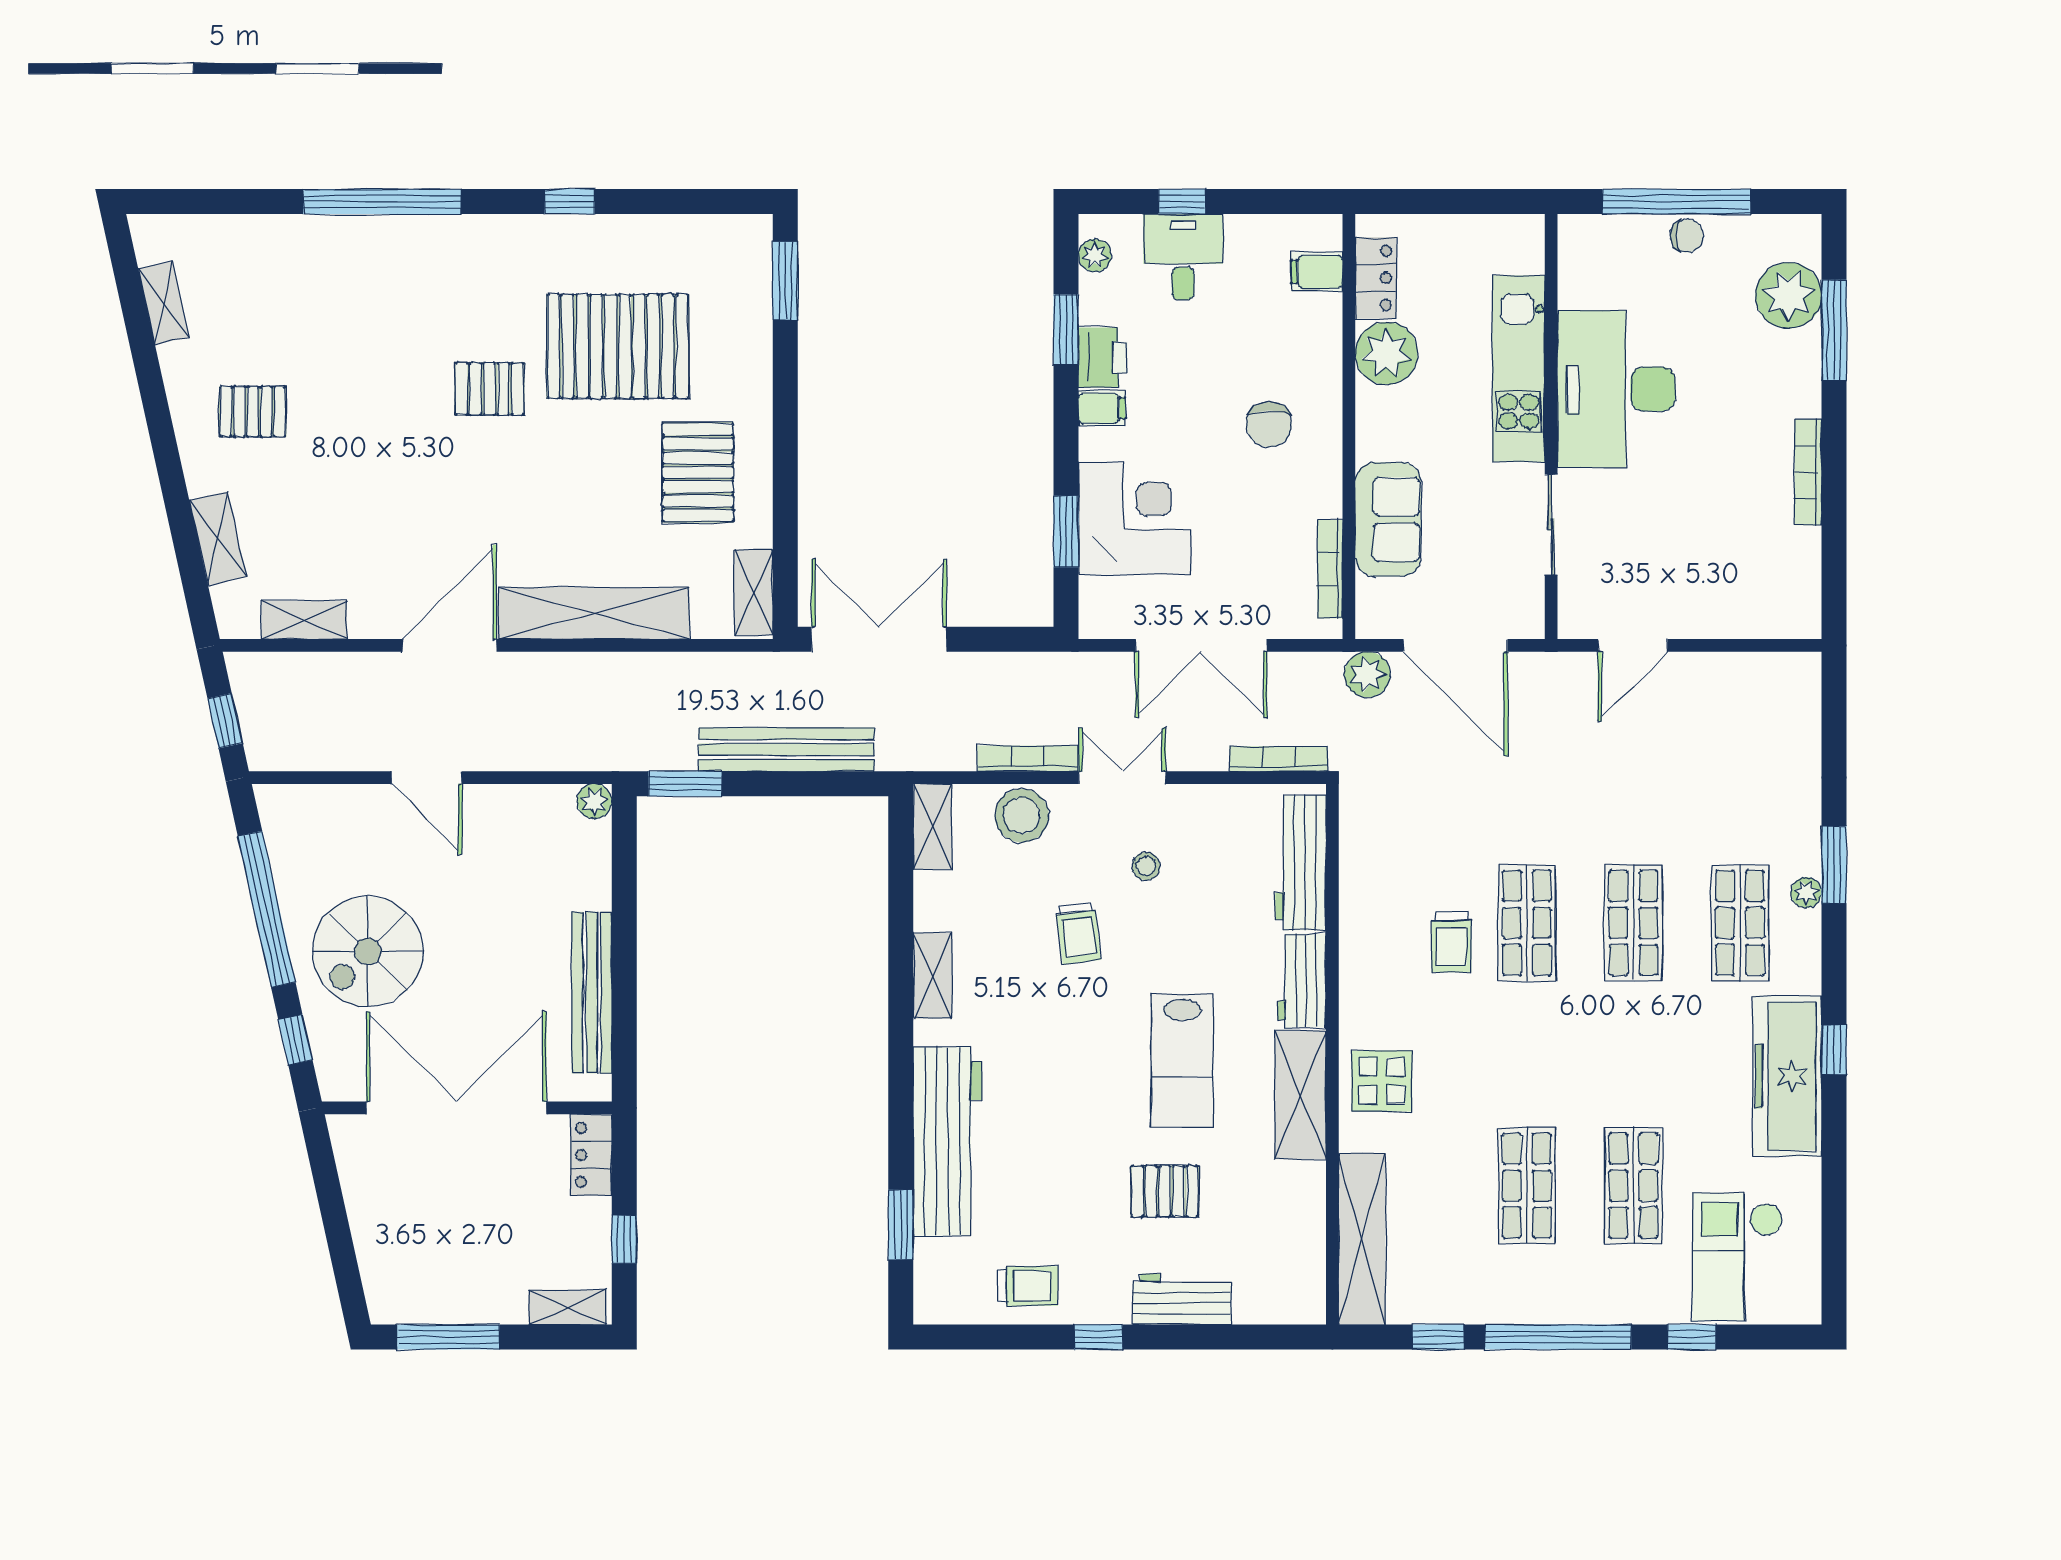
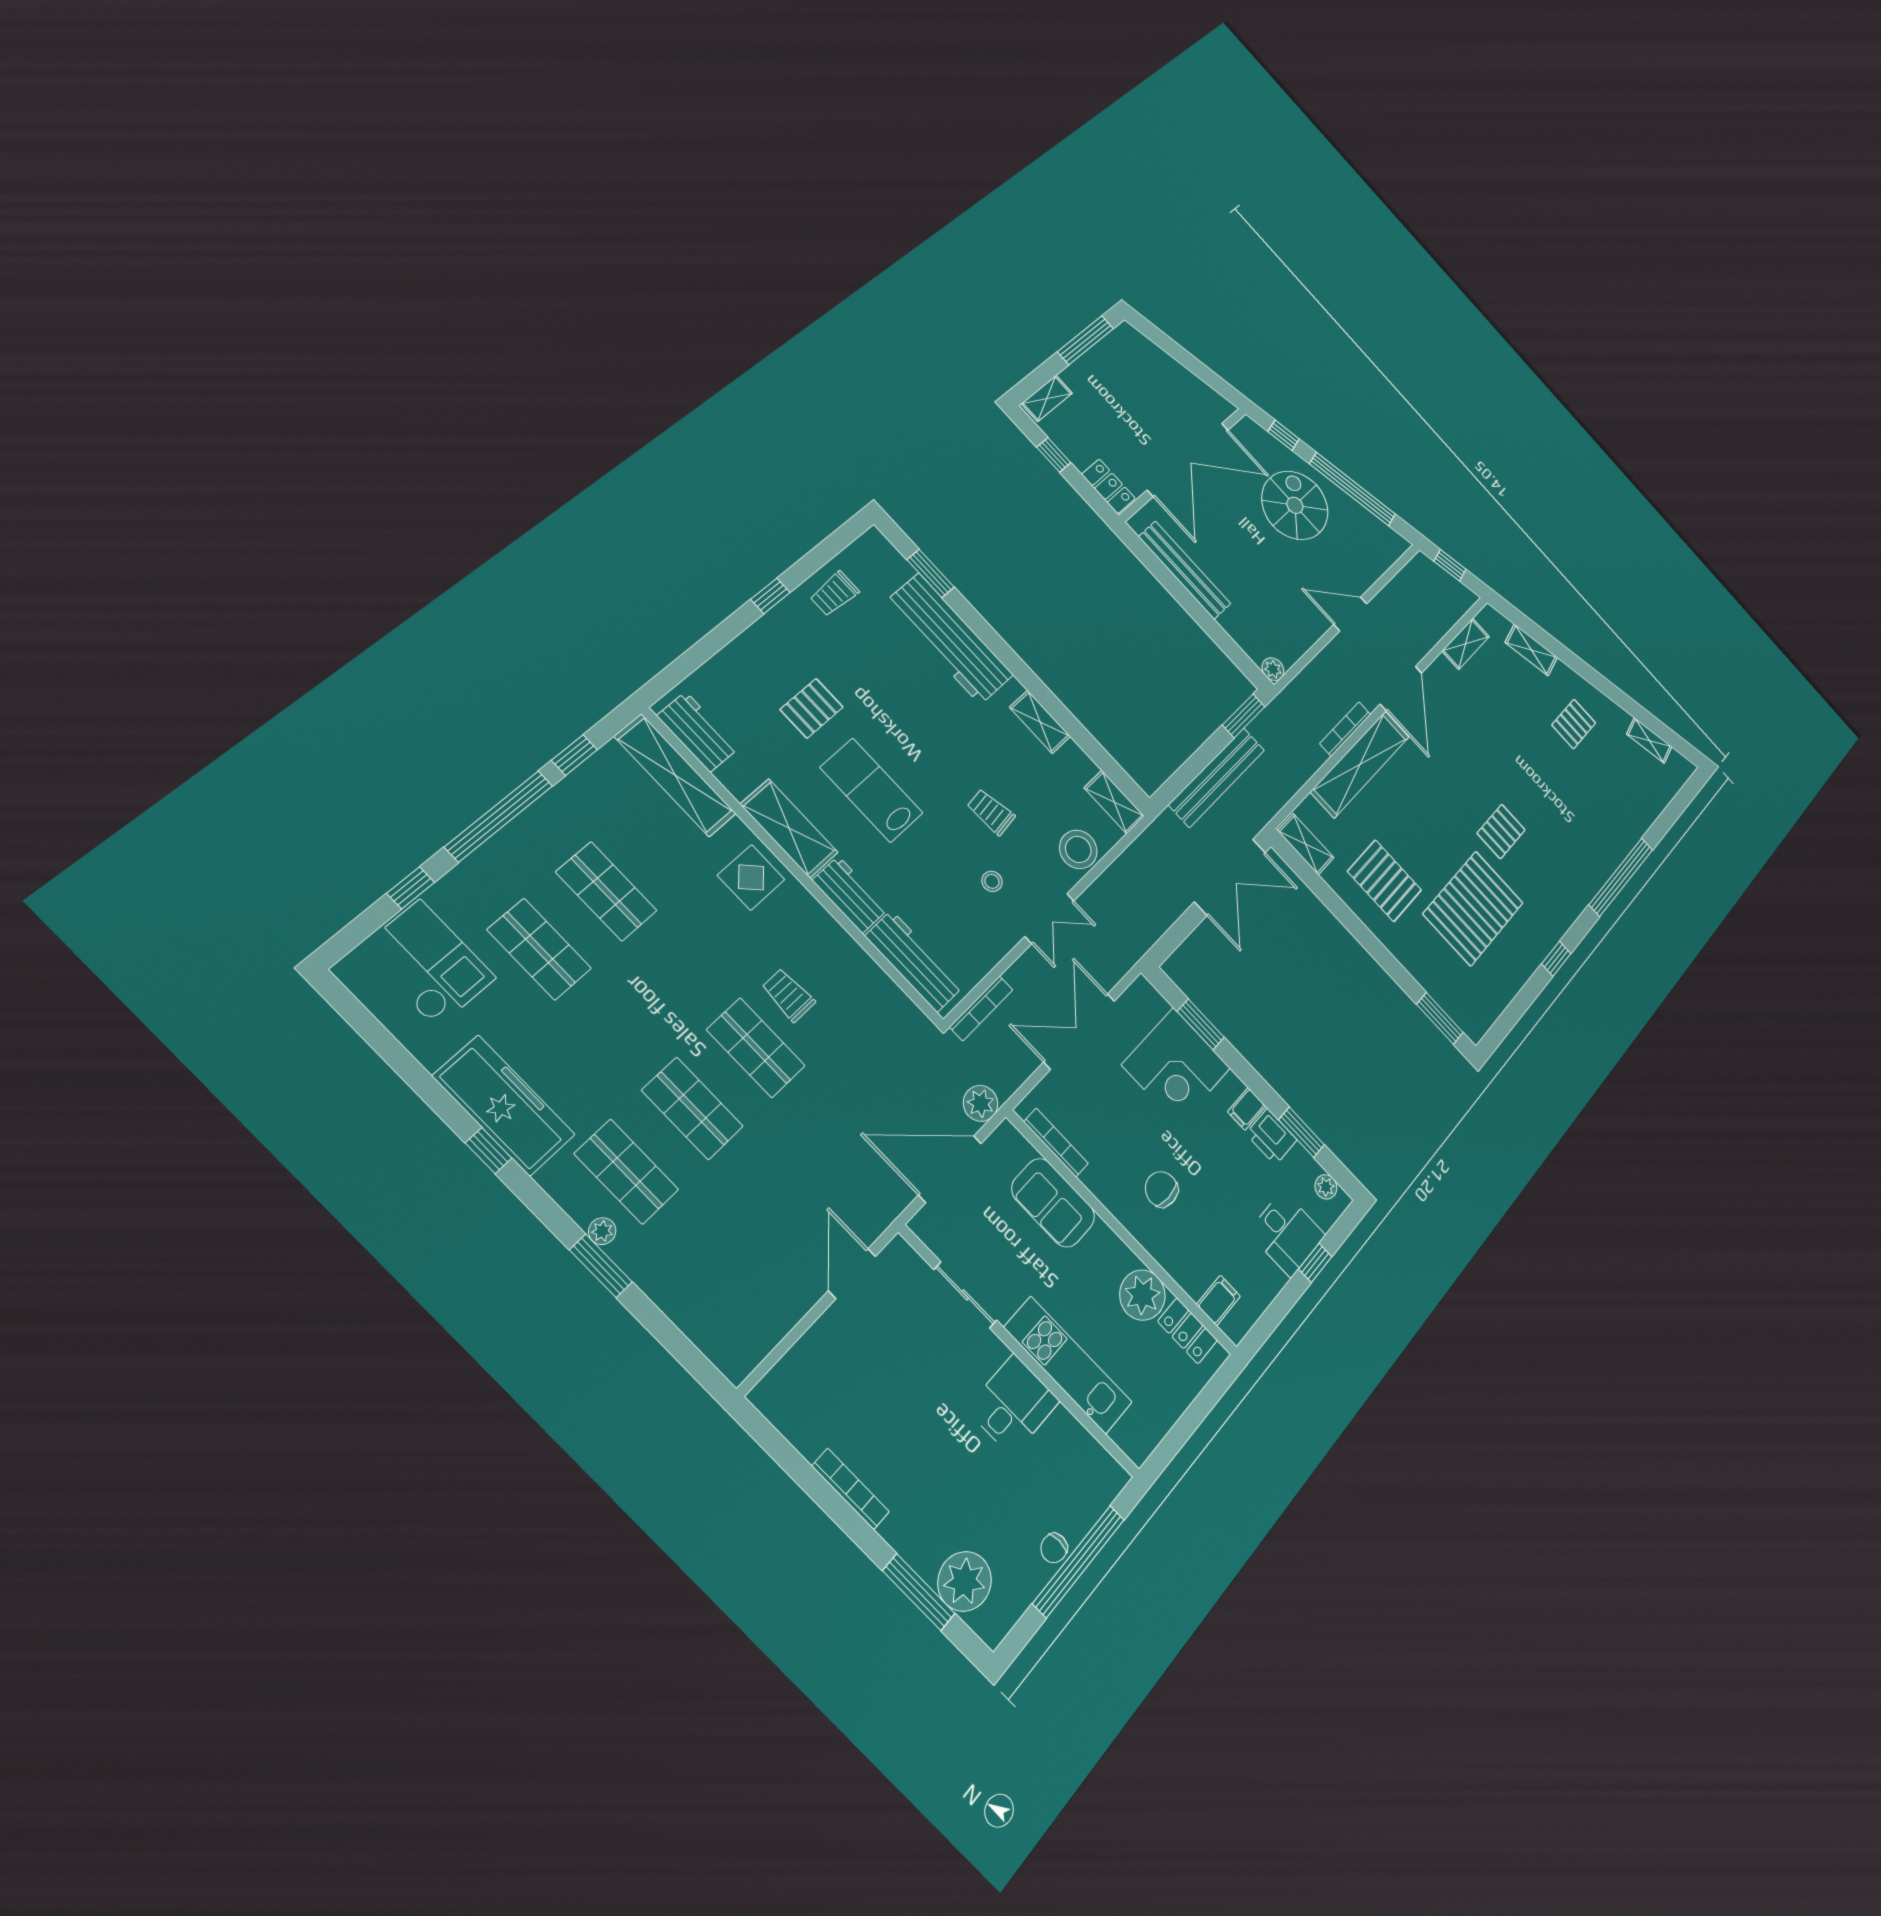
desk: (1616, 389) -> (1013, 1405), width x0.53, depth x0.77
bookcase: (1028, 758) -> (1345, 729), moved, turned 180
workbench: (1182, 1299) -> (698, 732), moved, turned -90

